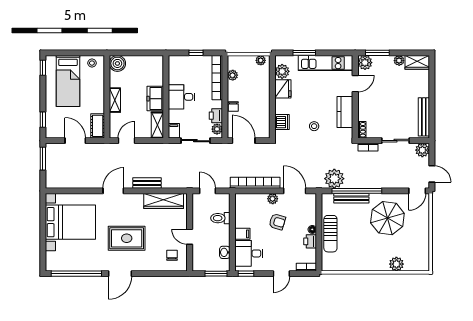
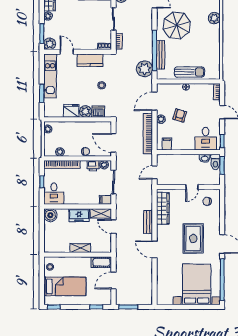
boiler: (117, 63) -> (50, 215), moved
plant: (282, 71) -> (85, 111), moved
desk: (182, 97) -> (54, 194), moved
door: (127, 141) -> (114, 227), moved
door: (244, 141) -> (114, 143), hinge flipped
toilet: (220, 218) -> (215, 162), moved
bed with nightstands: (70, 222) -> (197, 284), moved
filing cabinet: (242, 234) -> (167, 144), moved
printer: (310, 241) -> (196, 89), removed

